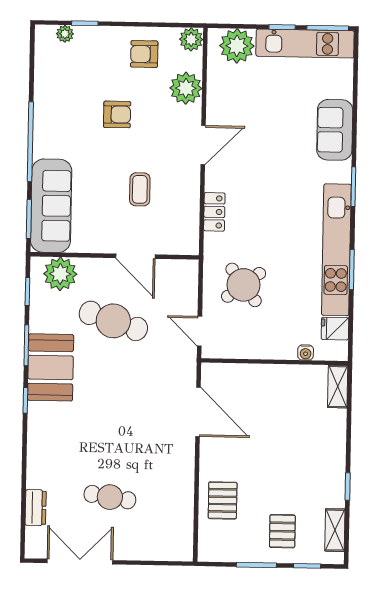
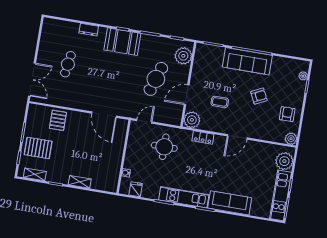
plant: (186, 88) -> (192, 120), moved
armchair: (117, 114) -> (259, 96), turned -116
sofa: (335, 130) -> (230, 203), width x1.36
door: (203, 145) -> (237, 137), hinge flipped
sofa: (51, 206) -> (247, 61), moved
kitchen unit: (336, 250) -> (184, 197), width x0.73
round table: (244, 285) -> (164, 147), turned 37
booth: (51, 367) -> (122, 42), moved
shelving: (338, 387) -> (80, 182), moved
door: (198, 412) -> (104, 115), hinge flipped
pallet: (223, 500) -> (58, 120), turned 90
dresser: (36, 508) -> (89, 30), moved
pallet: (282, 531) -> (38, 148), width x1.50, depth x1.42
double door: (80, 562) -> (32, 80), moved

